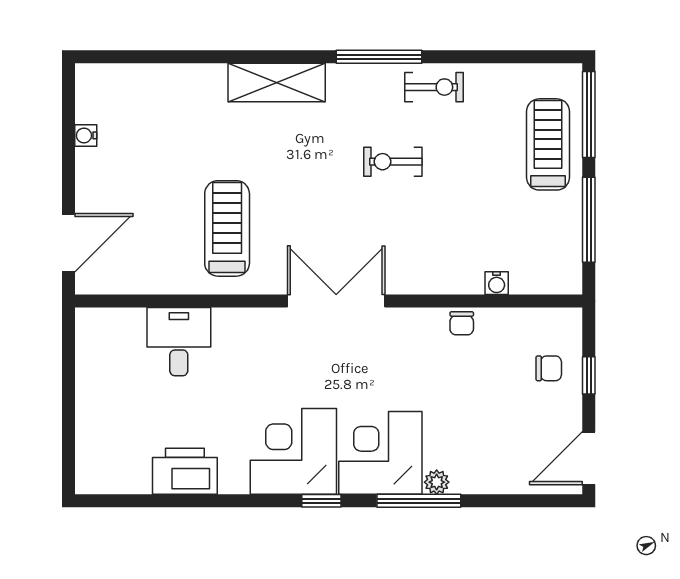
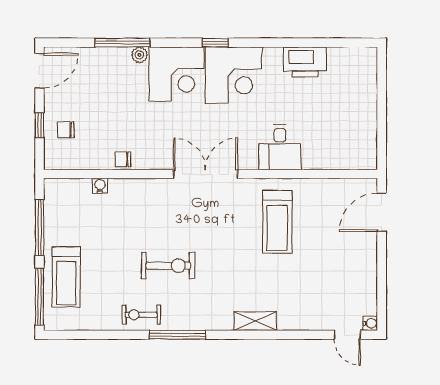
door: (121, 57) -> (347, 335), added
shelving: (277, 82) -> (255, 321), width x0.67, depth x0.75
water cooler: (86, 135) -> (370, 323), moved
exercise bike: (393, 162) -> (168, 266), width x1.38, depth x1.39
double door: (336, 301) -> (206, 174), swing flipped
chair: (462, 323) -> (123, 159), turned -90
desk: (179, 342) -> (280, 147), moved
window: (419, 501) -> (122, 43), moved

